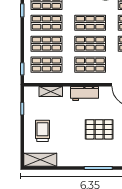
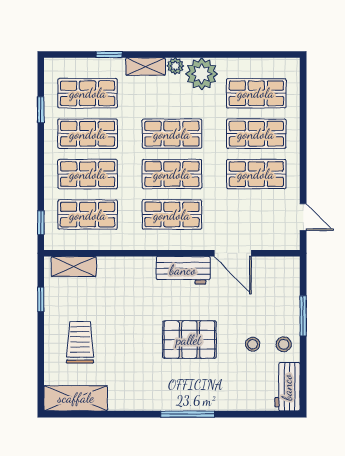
shelving: (51, 92) -> (74, 267), moved
workbench: (85, 94) -> (183, 270), moved

